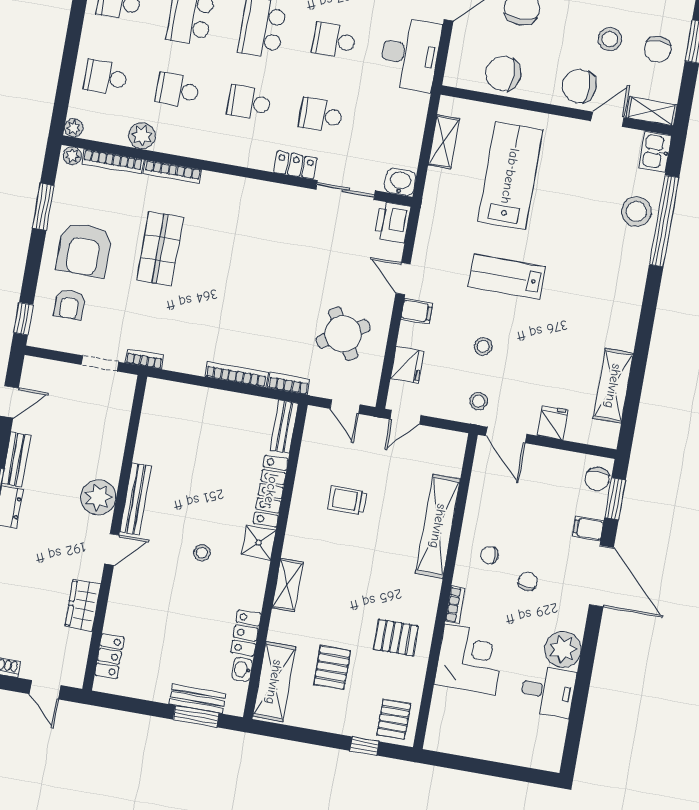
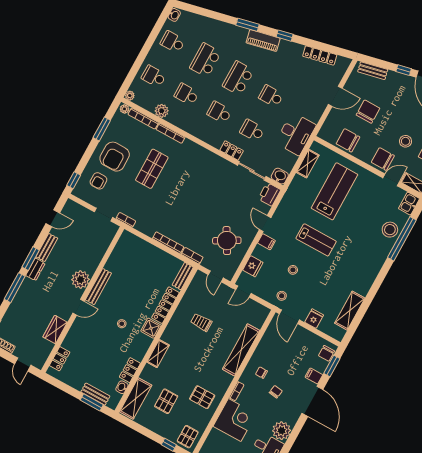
desk: (410, 54) -> (296, 134), moved
lab bench: (507, 277) -> (316, 240), turned 180

